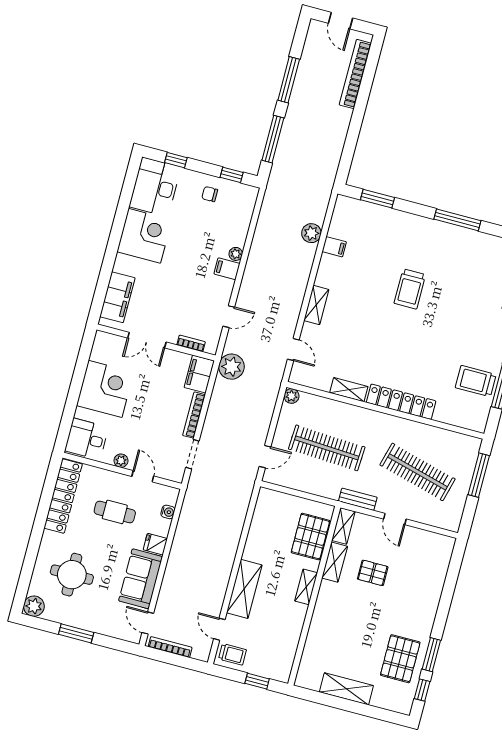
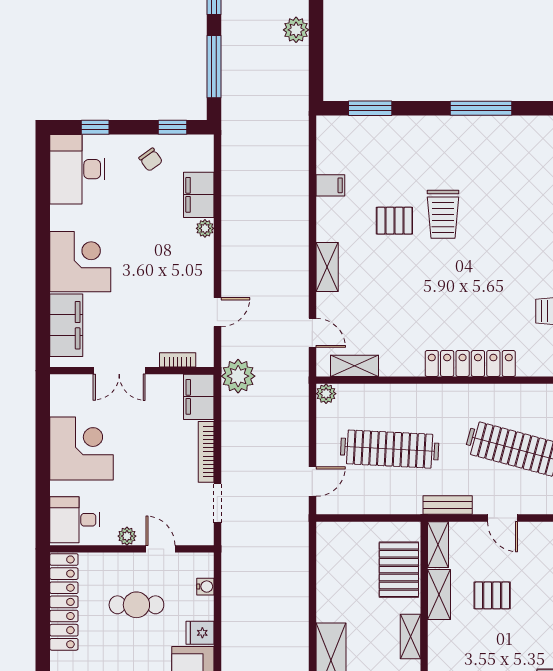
chair: (210, 194) -> (151, 160), turned -126
plant: (311, 233) -> (296, 30), moved
corner desk: (144, 236) -> (80, 262), moved
filing cabinet: (227, 269) -> (199, 195), moved, width x2.00
pallet: (374, 284) -> (394, 221), added
shelving: (349, 390) -> (354, 366), moved

